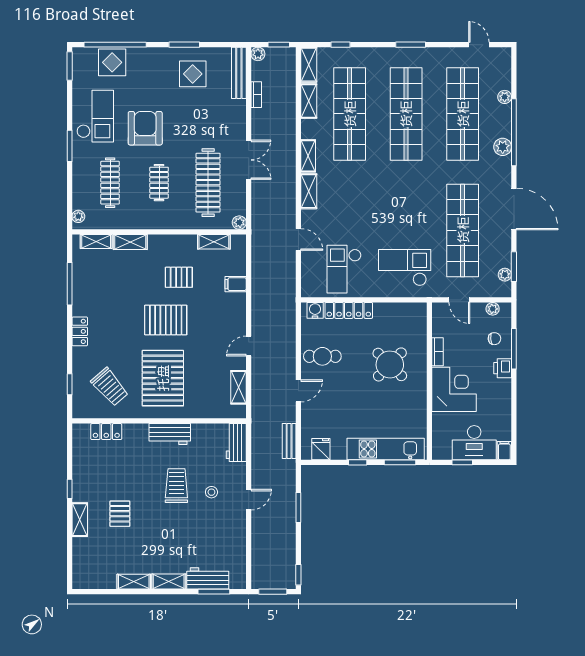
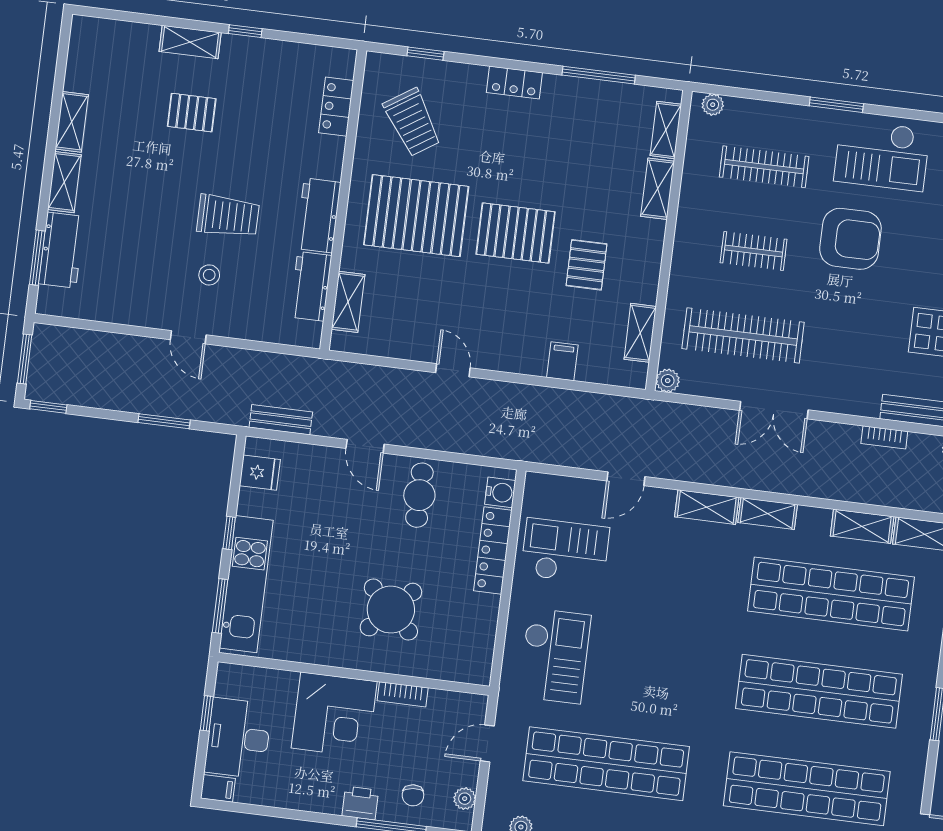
pallet: (166, 320) -> (516, 233), turned 90
trolley: (110, 387) -> (412, 122), turned -82
shelving: (238, 387) -> (348, 302), moved, turned 90
workbench: (236, 442) -> (311, 286), moved, turned -90

